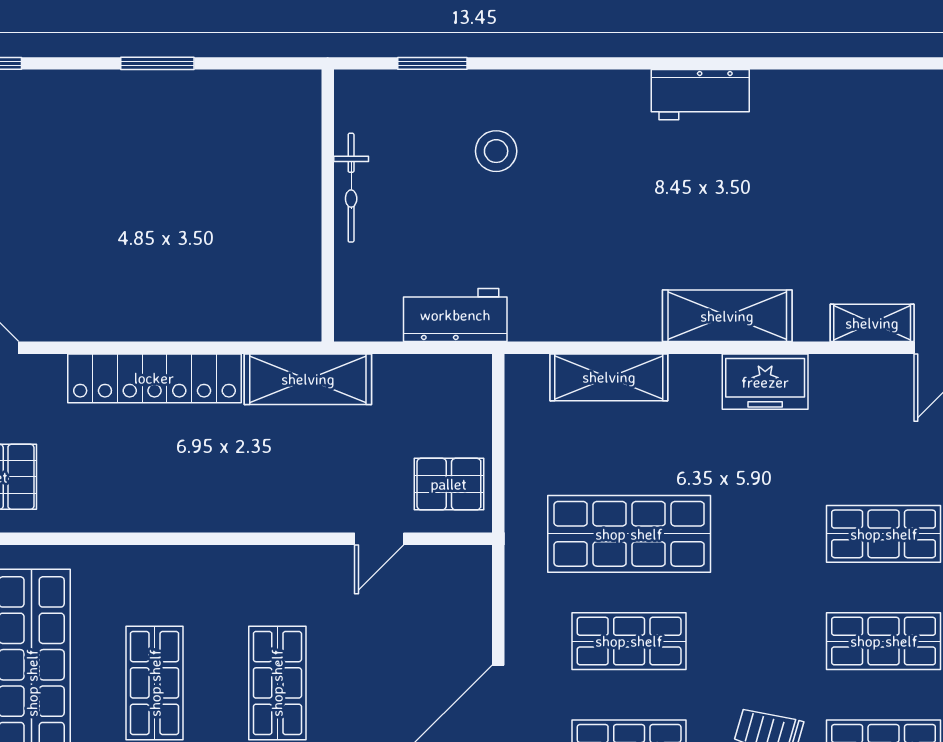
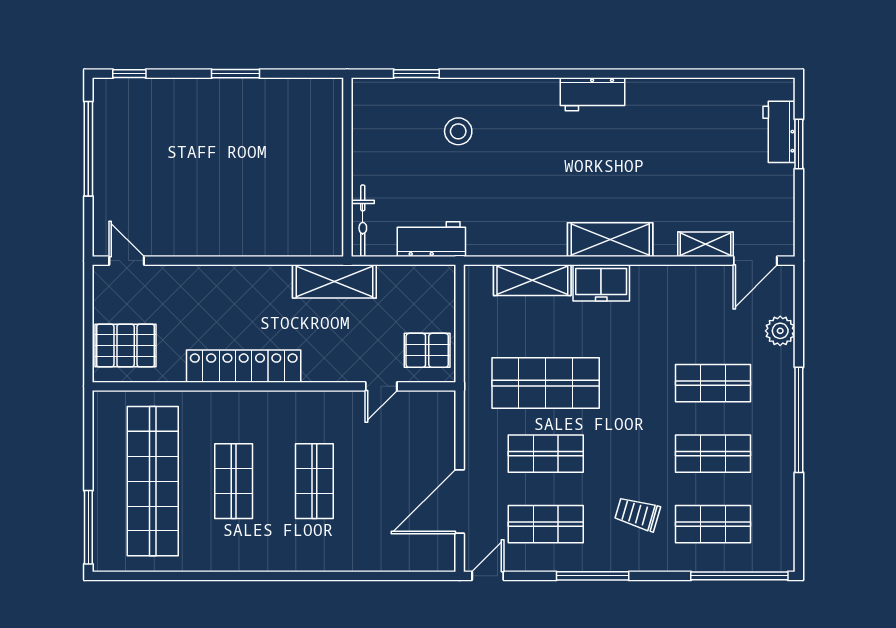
bicycle: (351, 188) -> (363, 221), moved
locker: (154, 378) -> (244, 366), moved, turned 180
freezer: (765, 382) -> (601, 283), moved

